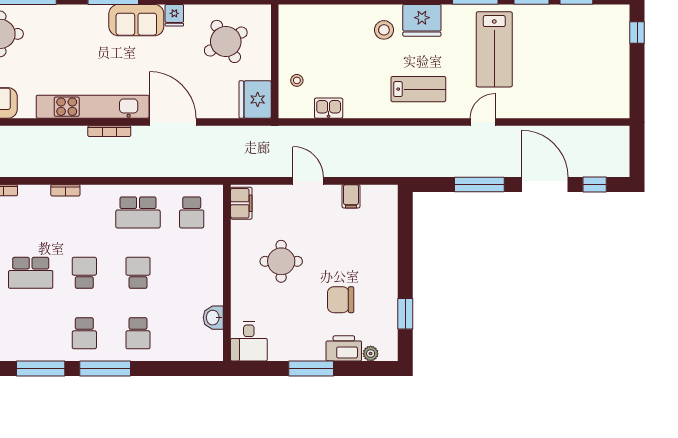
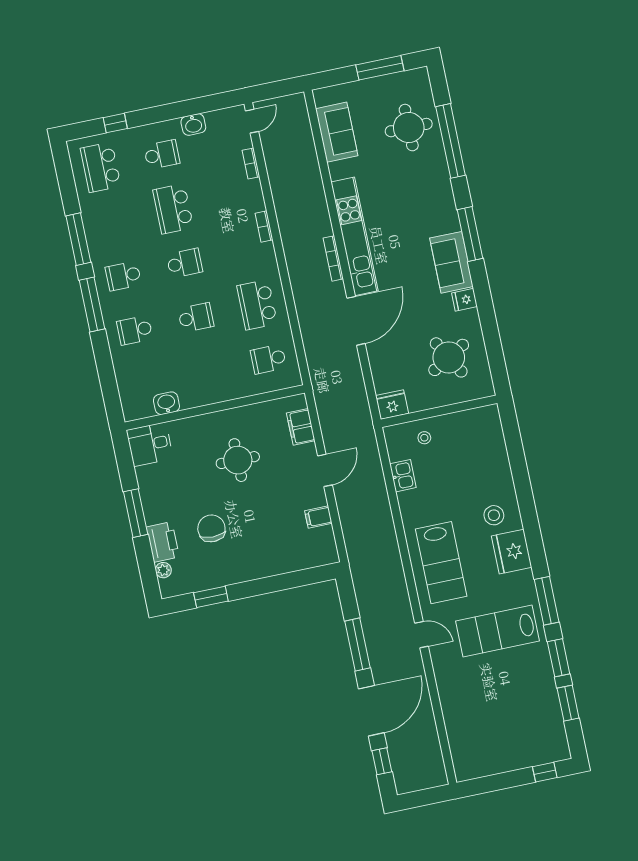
lab bench: (418, 89) -> (441, 563), width x1.36, depth x1.39
fridge: (255, 99) -> (392, 405), width x0.73, depth x0.75
filing cabinet: (241, 203) -> (301, 427), moved, turned 90

